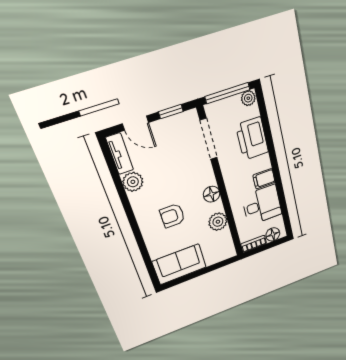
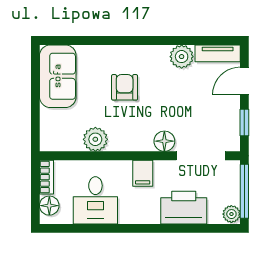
filing cabinet: (264, 179) -> (143, 173), moved, turned 180
floor lamp: (212, 194) -> (164, 141), moved

